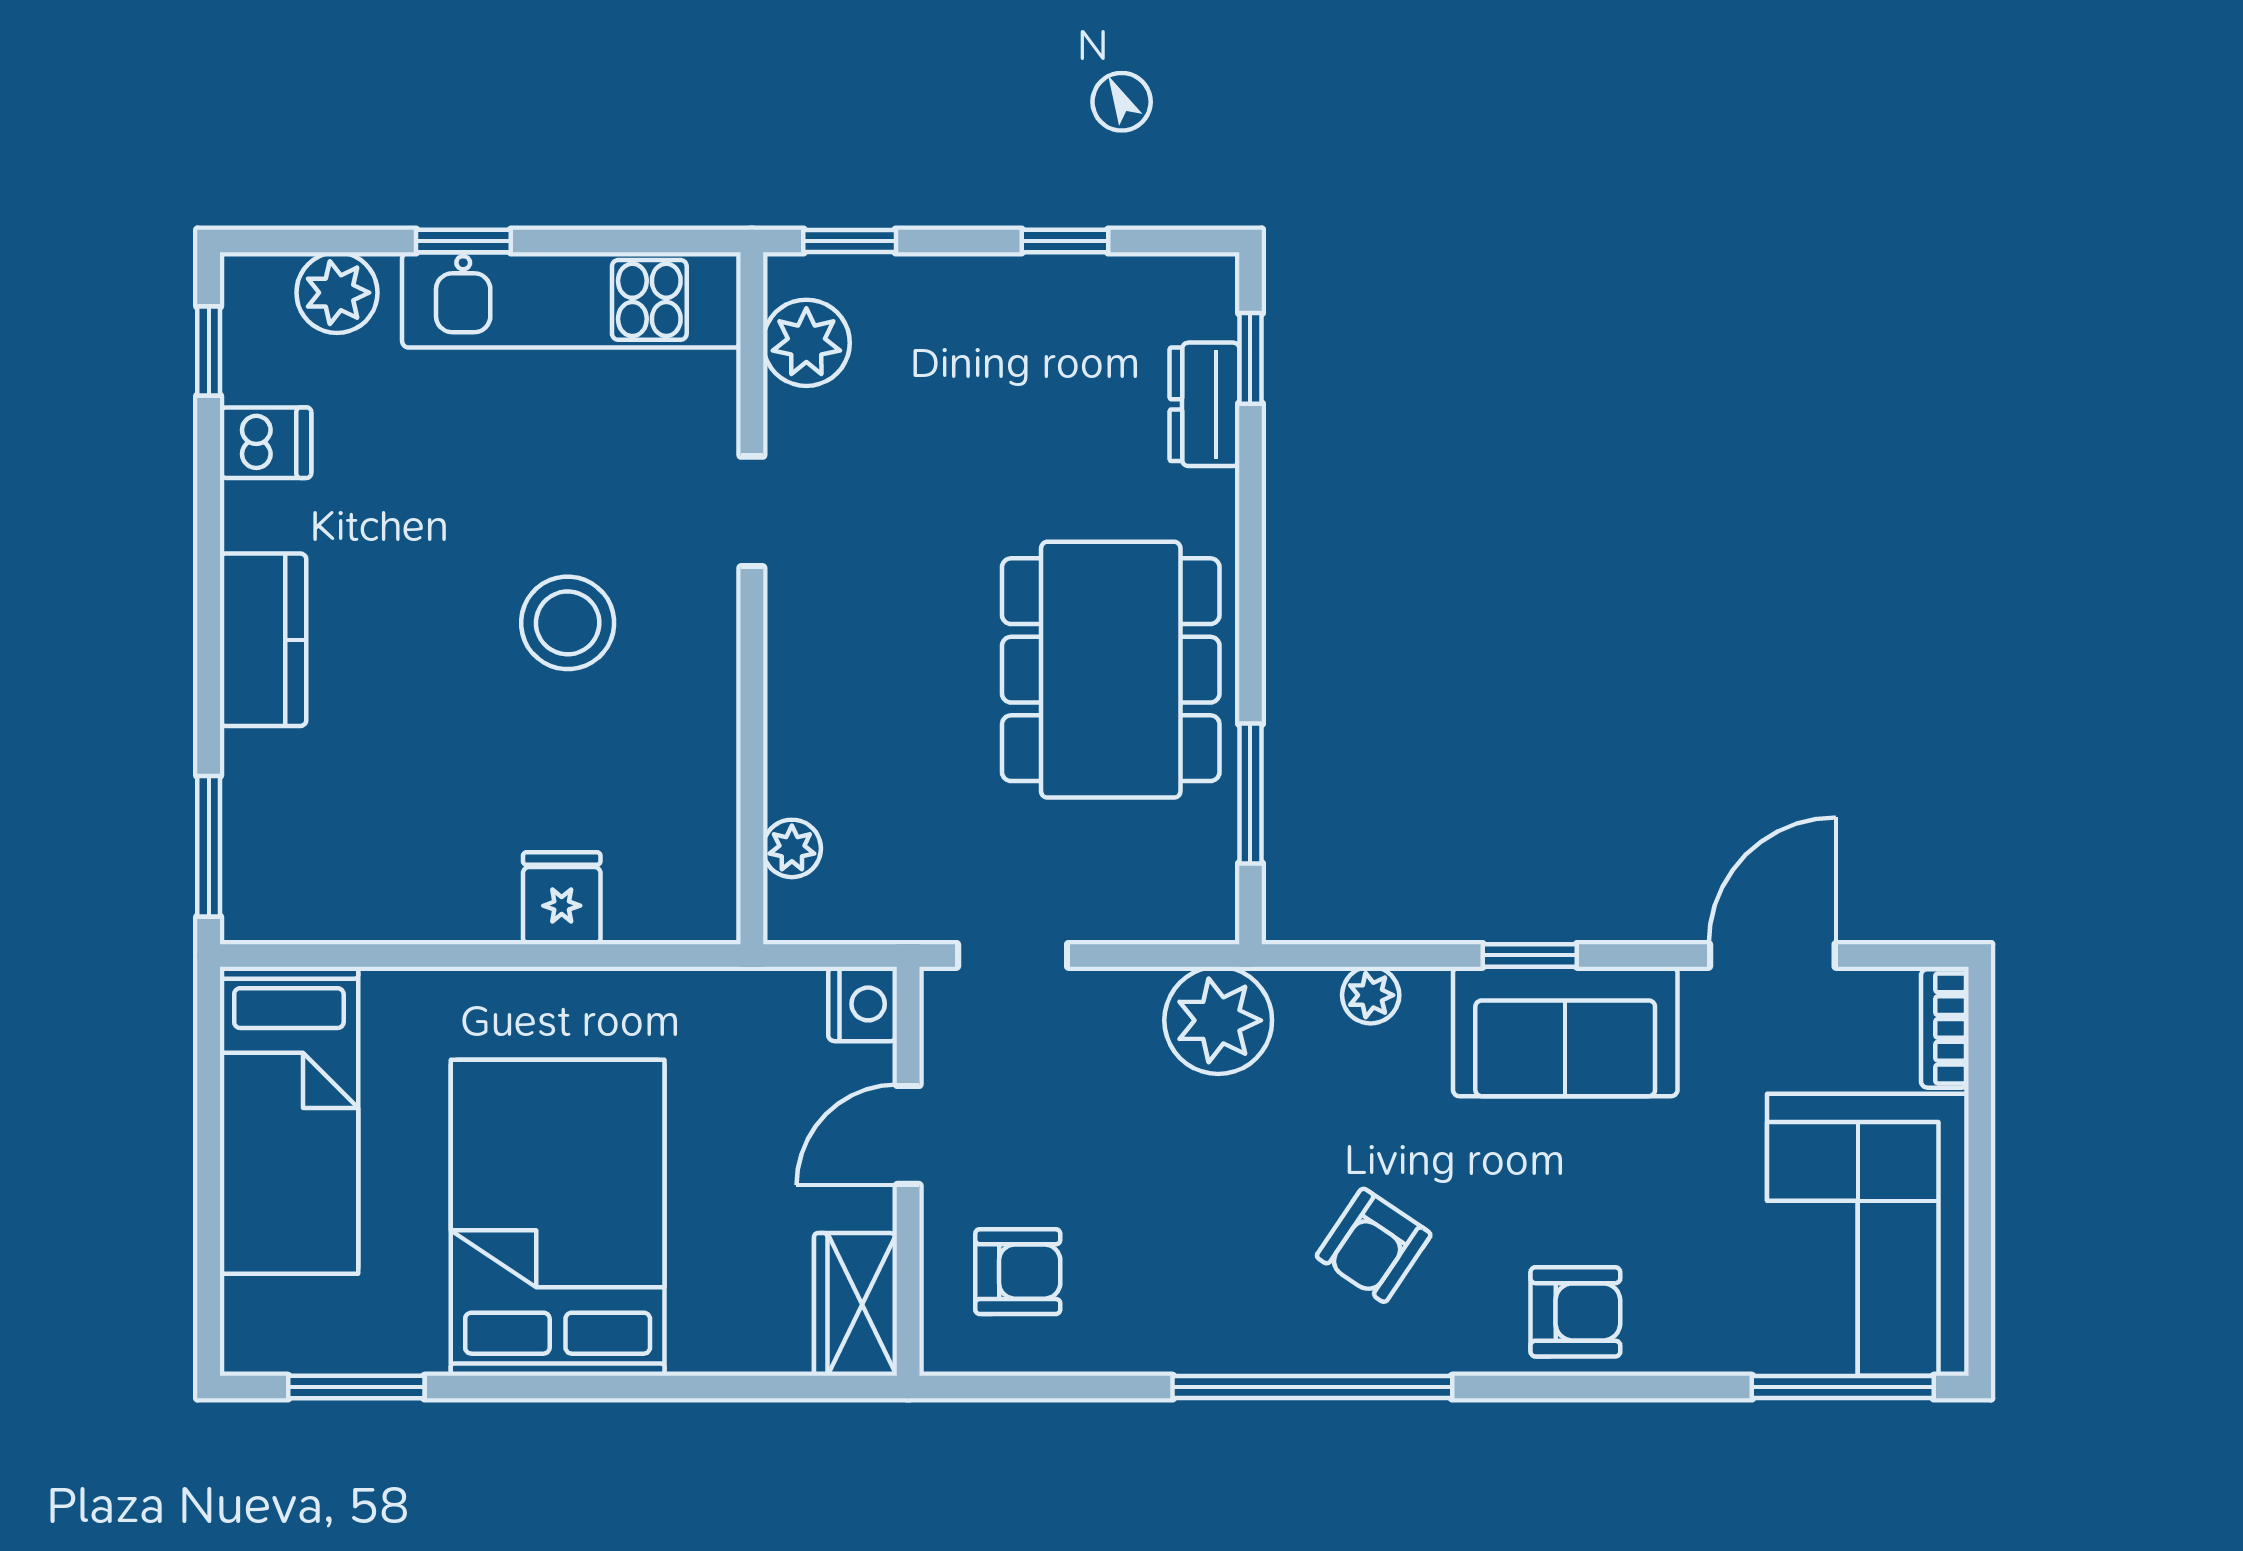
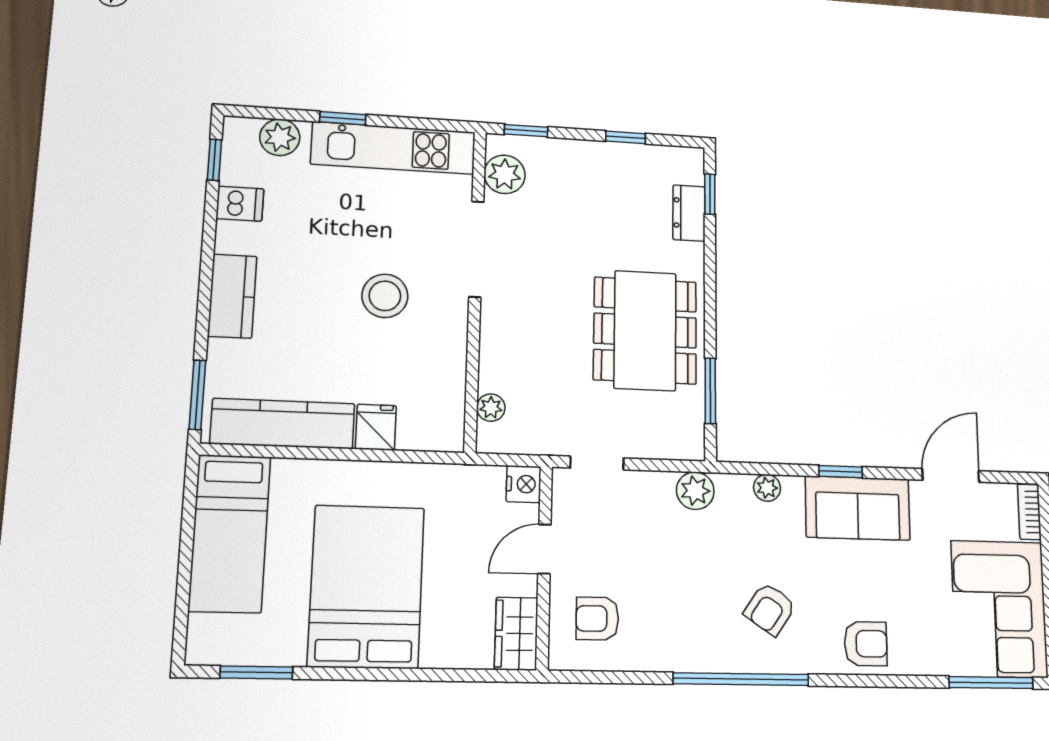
doorway: (752, 511) -> (476, 249), width x1.88
kitchen counter: (378, 898) -> (283, 424), added
plant: (1218, 1020) -> (695, 491), width x0.73, depth x0.73
armchair: (1018, 1272) -> (597, 619), turned 180

